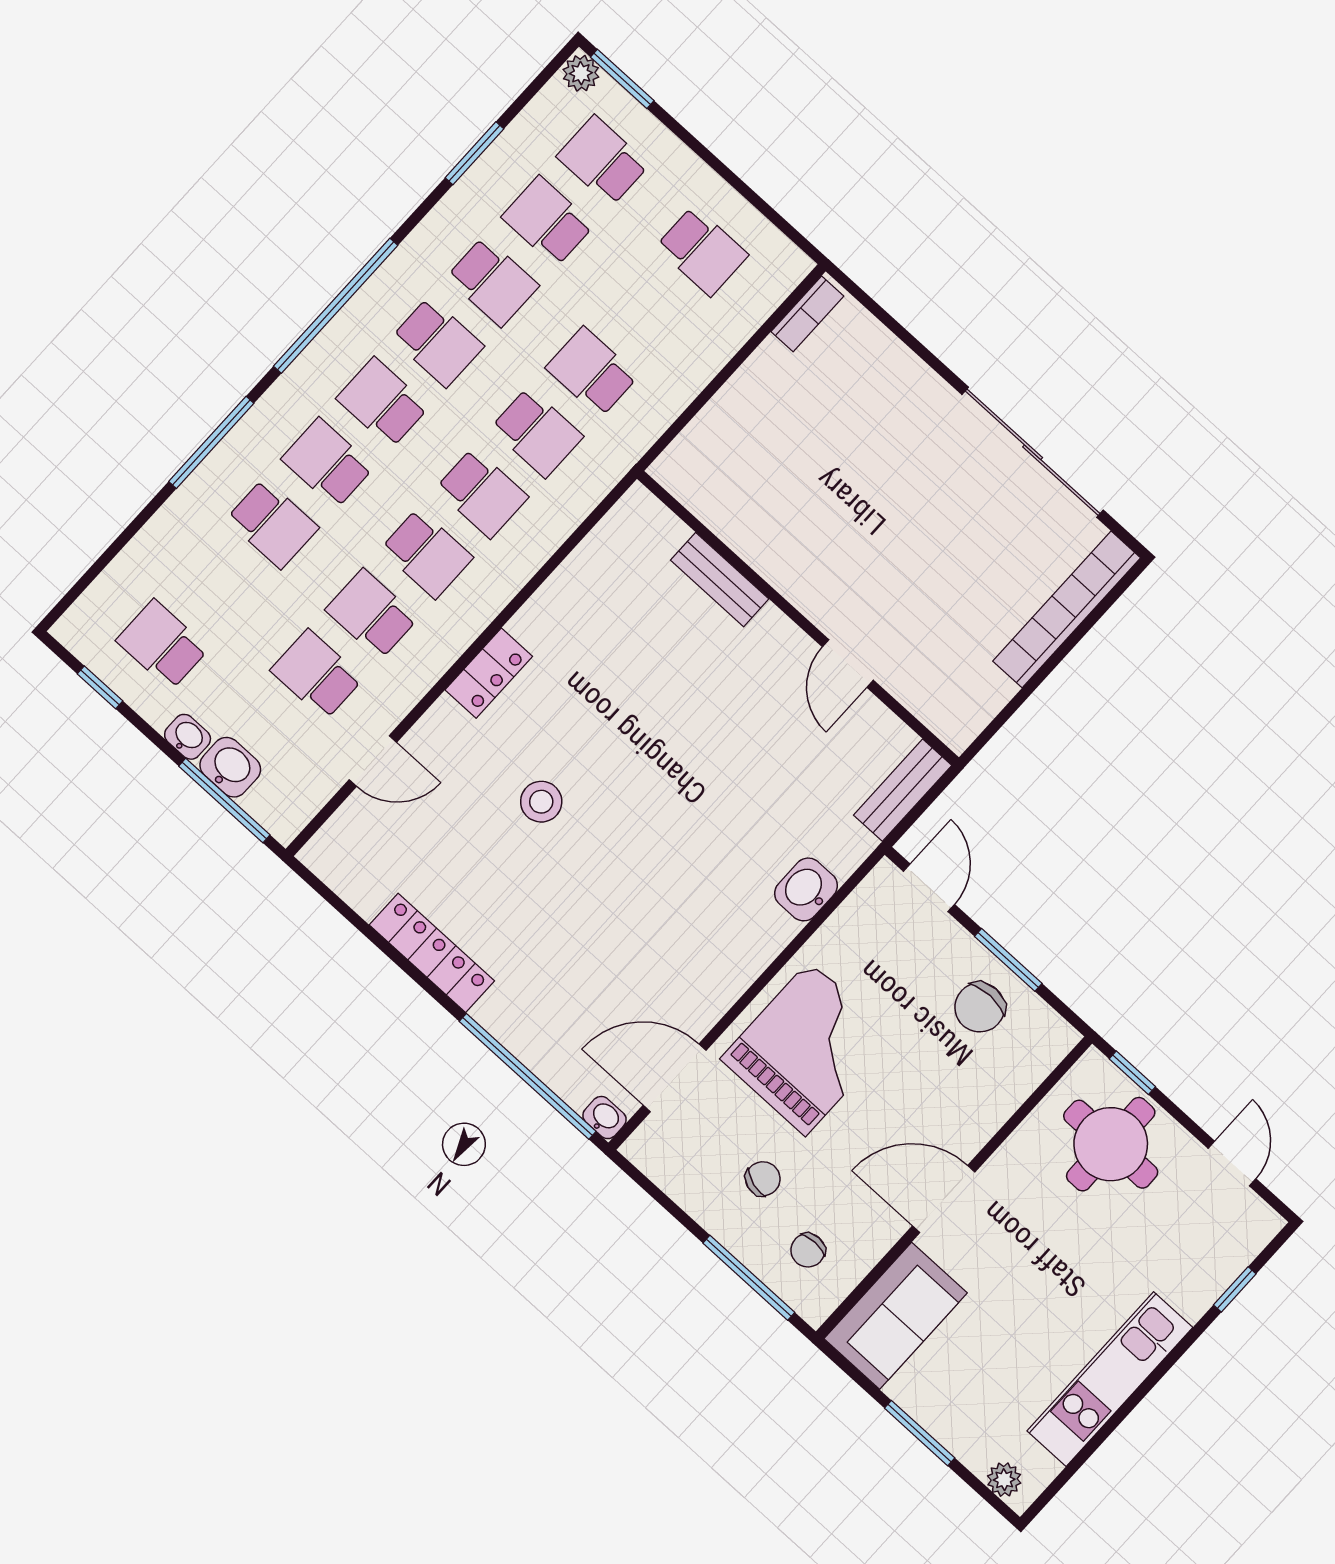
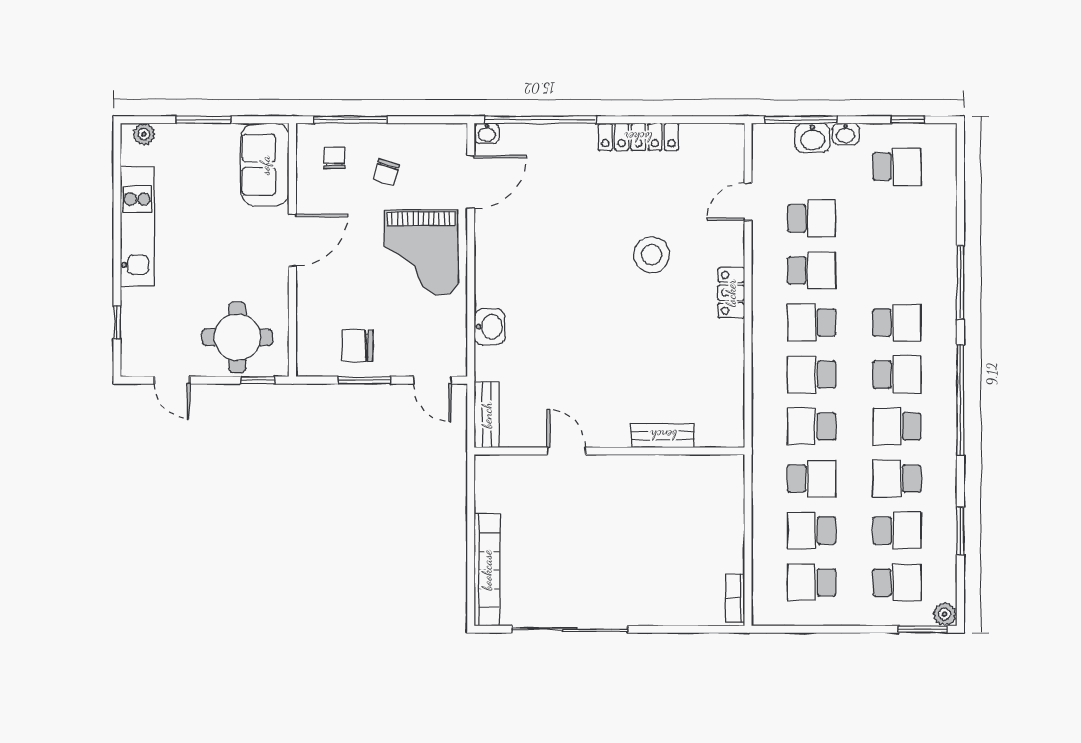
school desk: (272, 524) -> (812, 530), moved
stool: (541, 802) -> (652, 255), width x1.38, depth x1.38
chair: (980, 1007) -> (357, 346), turned -90

